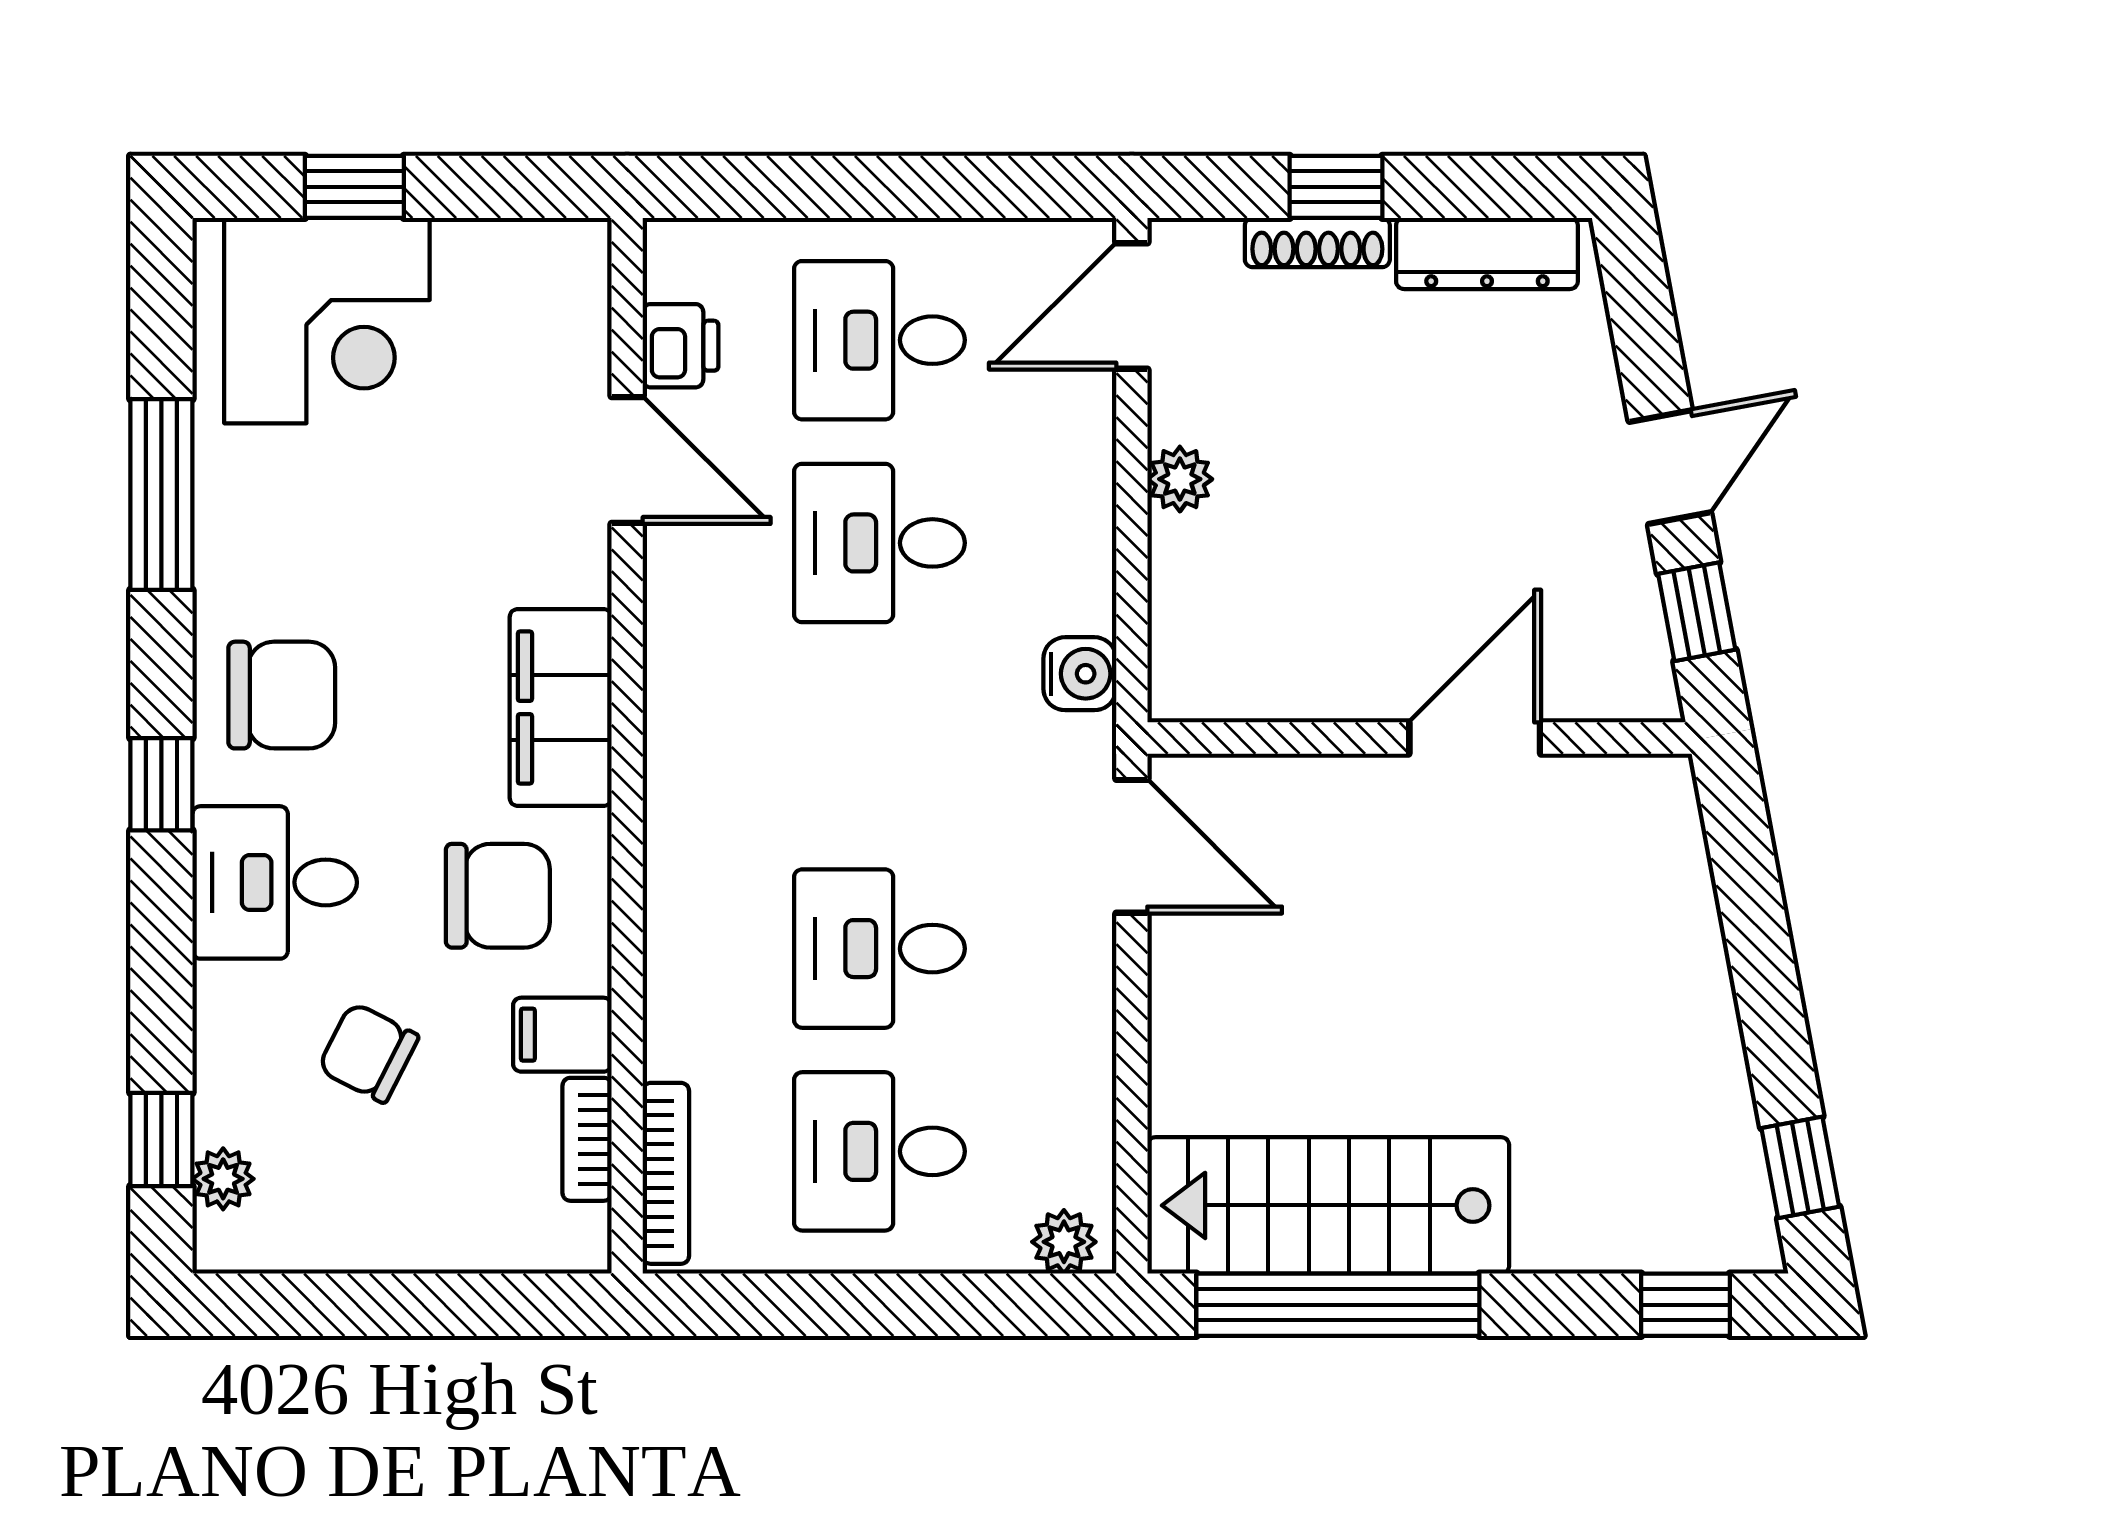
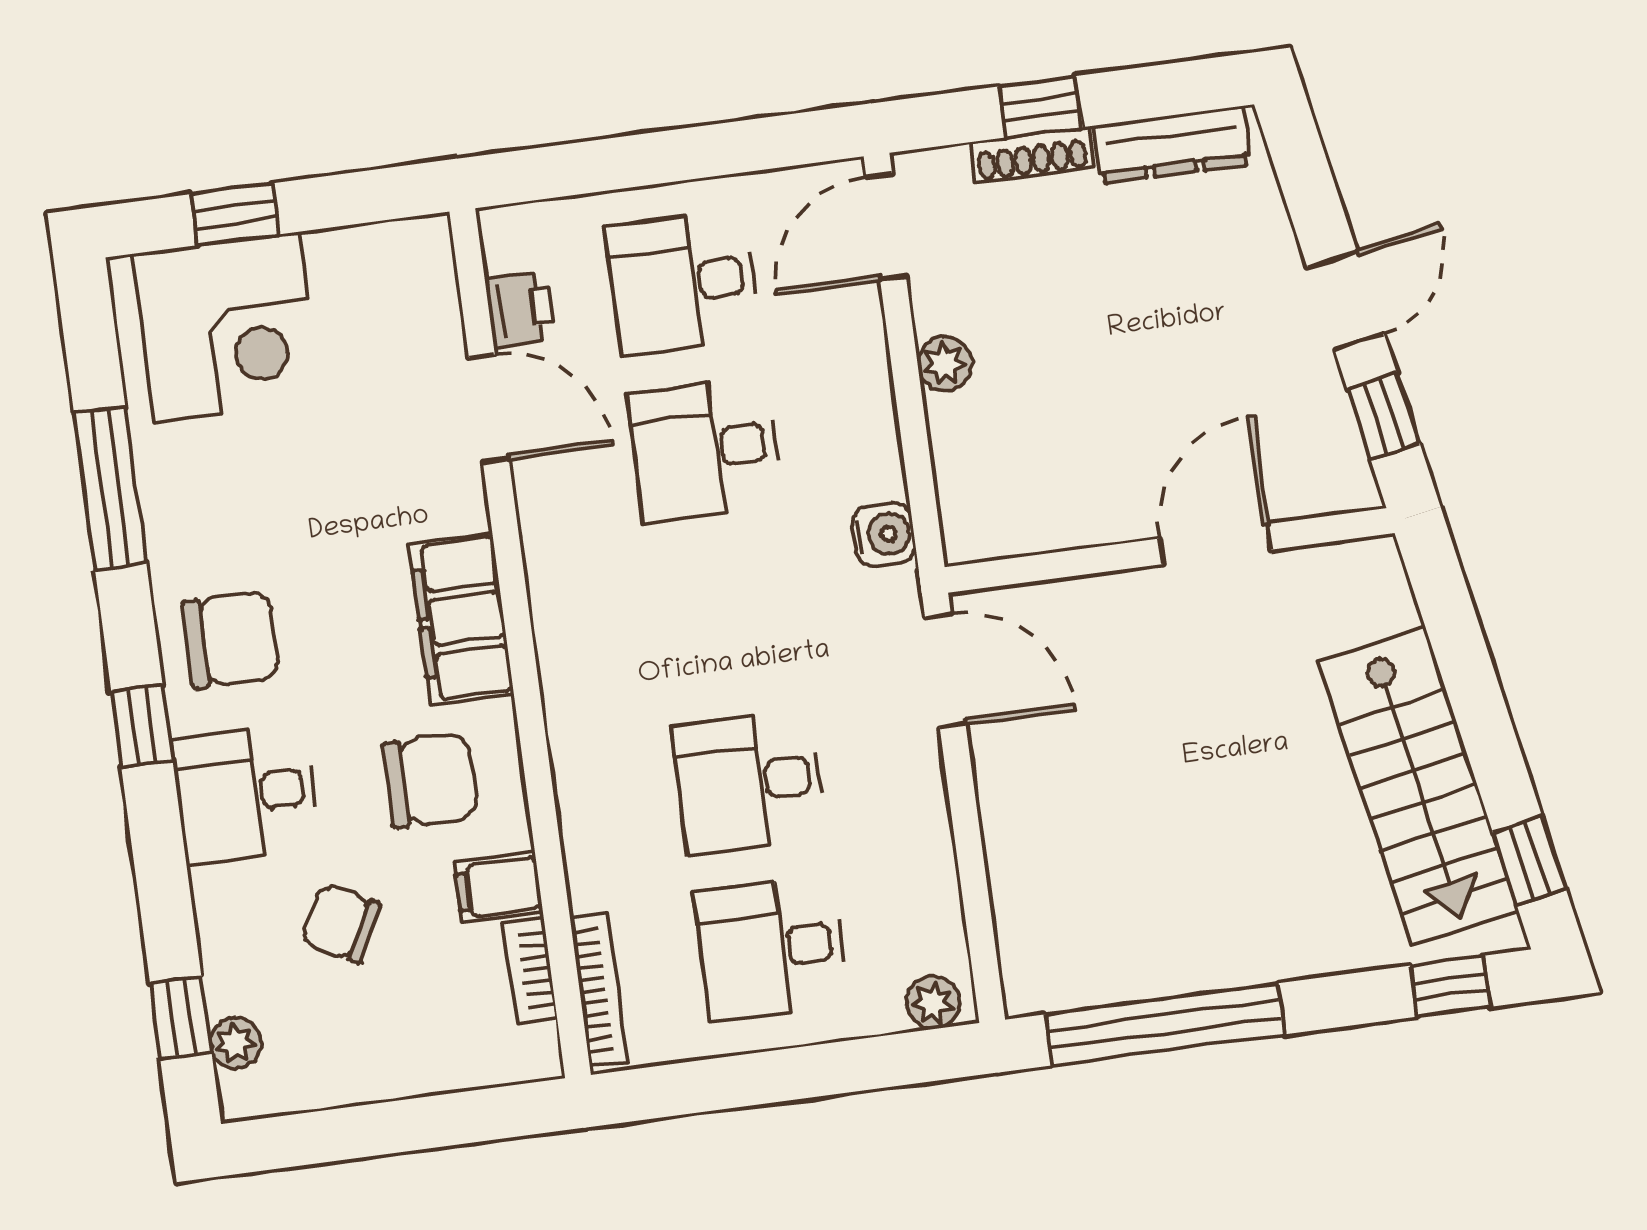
stairs: (1328, 1205) -> (1418, 786), moved, turned -101

